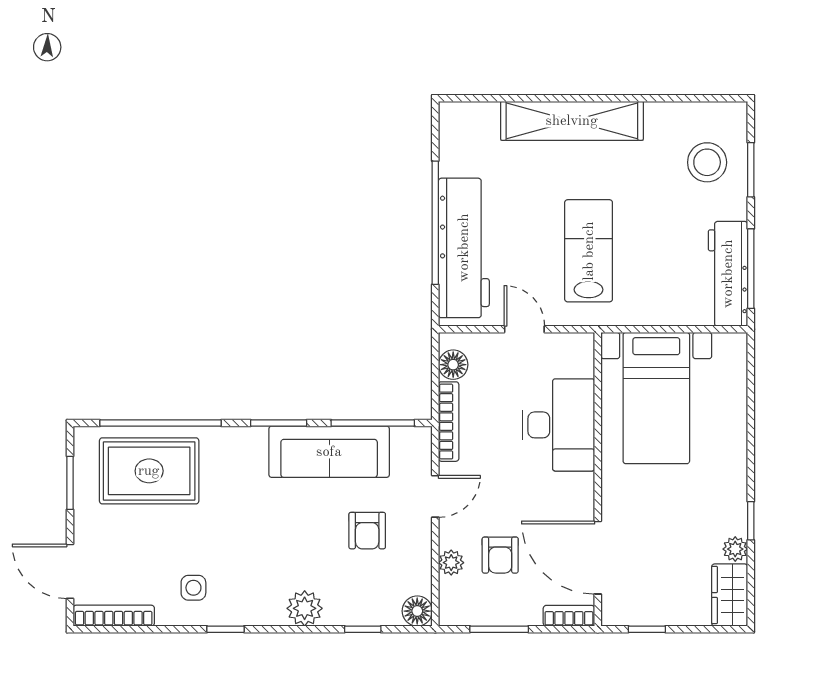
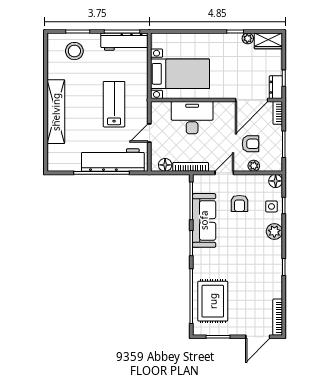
lab bench: (589, 251) -> (114, 104), turned 90
door: (435, 496) -> (224, 173), hinge flipped
armchair: (367, 531) -> (240, 203), turned 90
side table: (193, 588) -> (271, 206), moved
dresser: (627, 612) -> (276, 87), added

